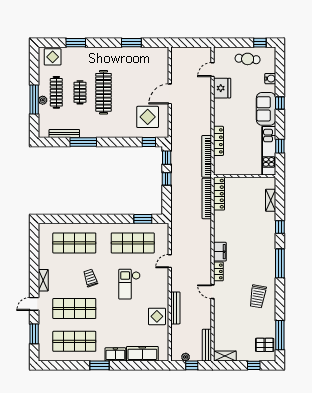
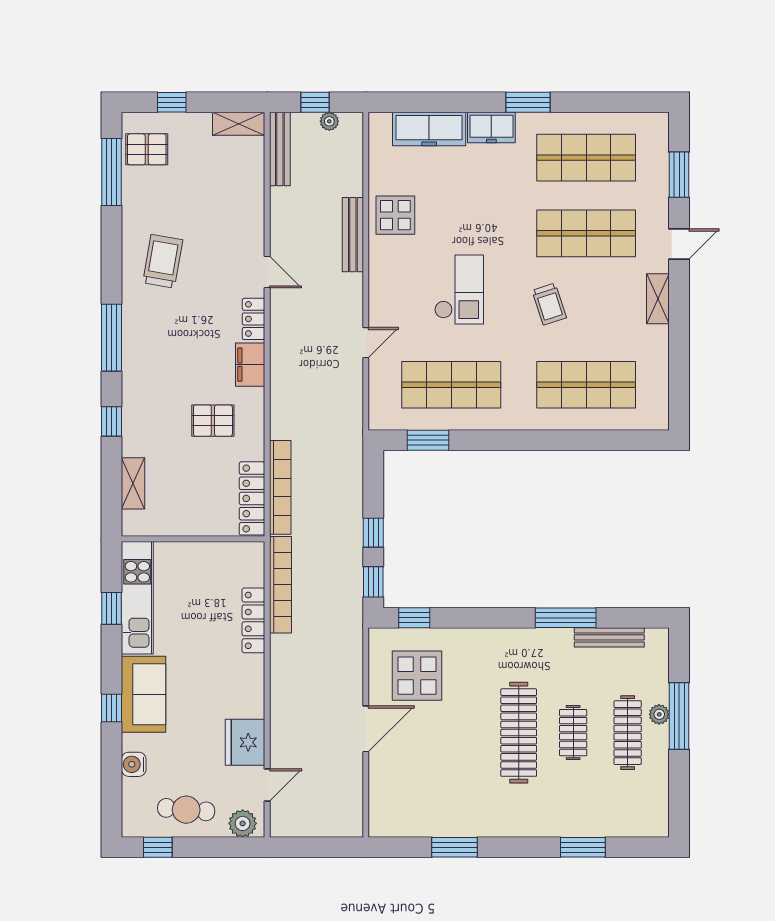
plant: (223, 53) -> (243, 823), added
display table: (53, 57) -> (636, 814), removed
pallet: (236, 227) -> (213, 421), added

